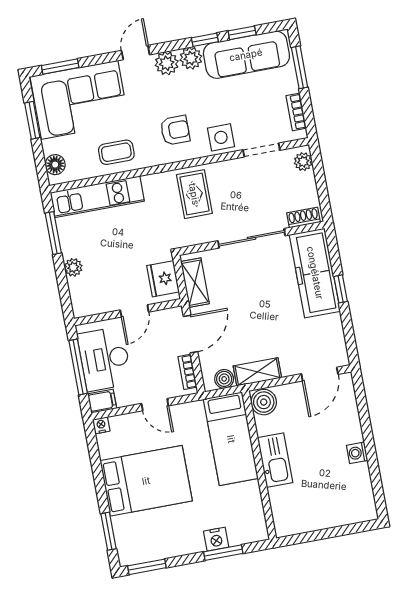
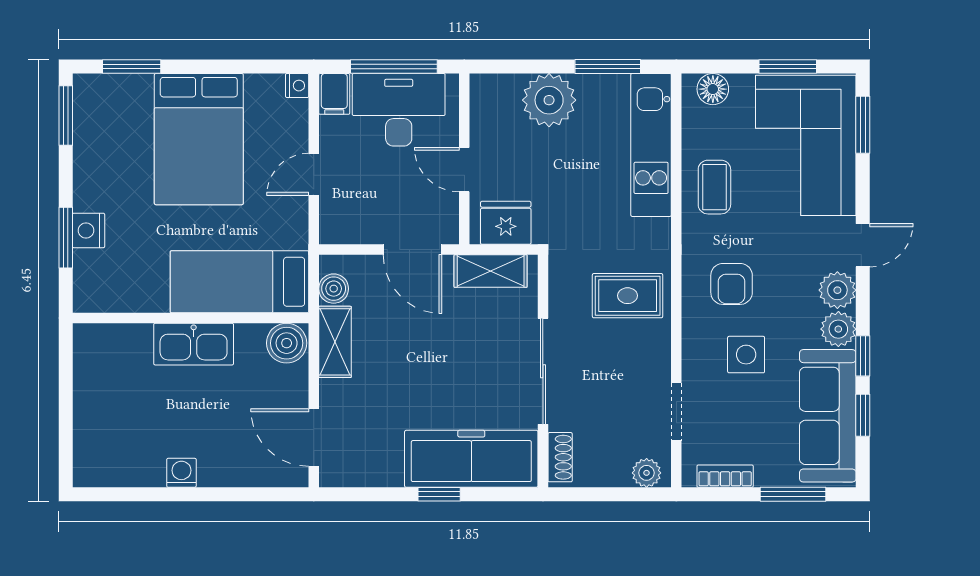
door: (136, 53) -> (863, 245), hinge flipped
side table: (221, 137) -> (746, 355), moved
plant: (73, 267) -> (549, 100), width x1.87, depth x1.87
bookcase: (187, 372) -> (355, 234), removed

